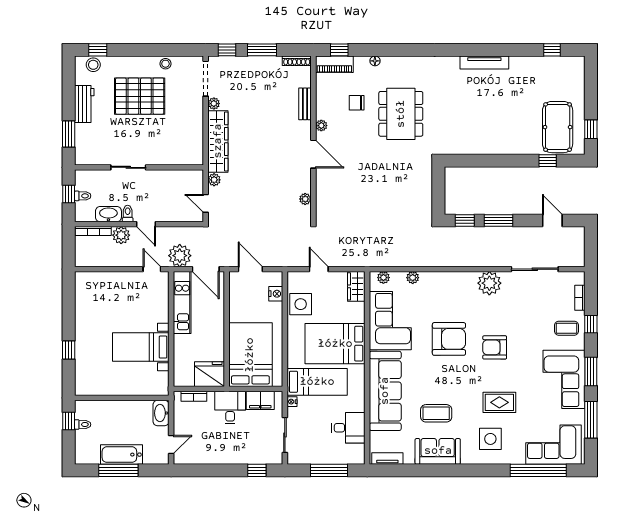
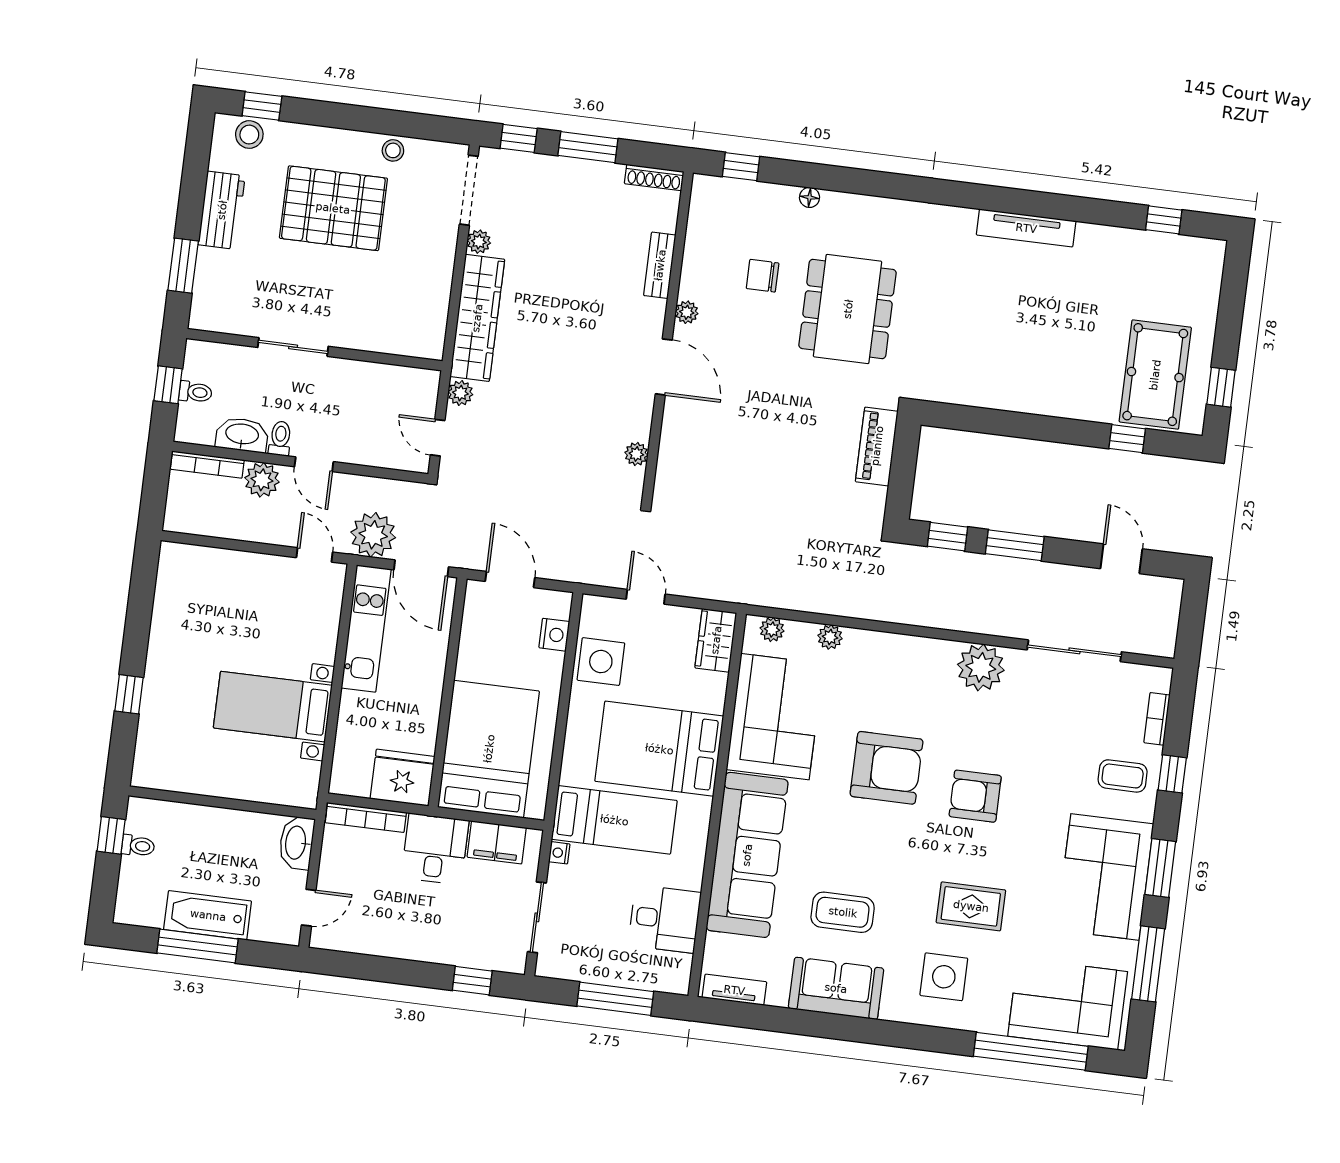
piano: (334, 64) -> (877, 446), moved, turned 90
bookcase: (194, 396) -> (366, 818), width x1.56

